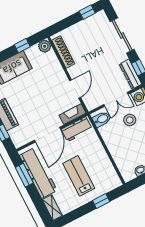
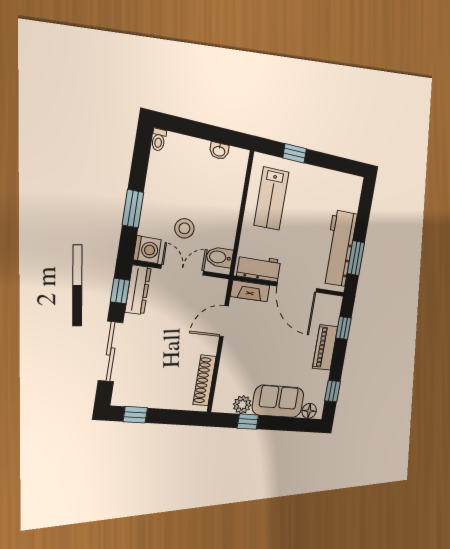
plant: (45, 46) -> (242, 405), moved
door: (47, 135) -> (297, 287), swing flipped
lab bench: (79, 176) -> (271, 199), moved
shelving: (52, 208) -> (354, 194), removed

